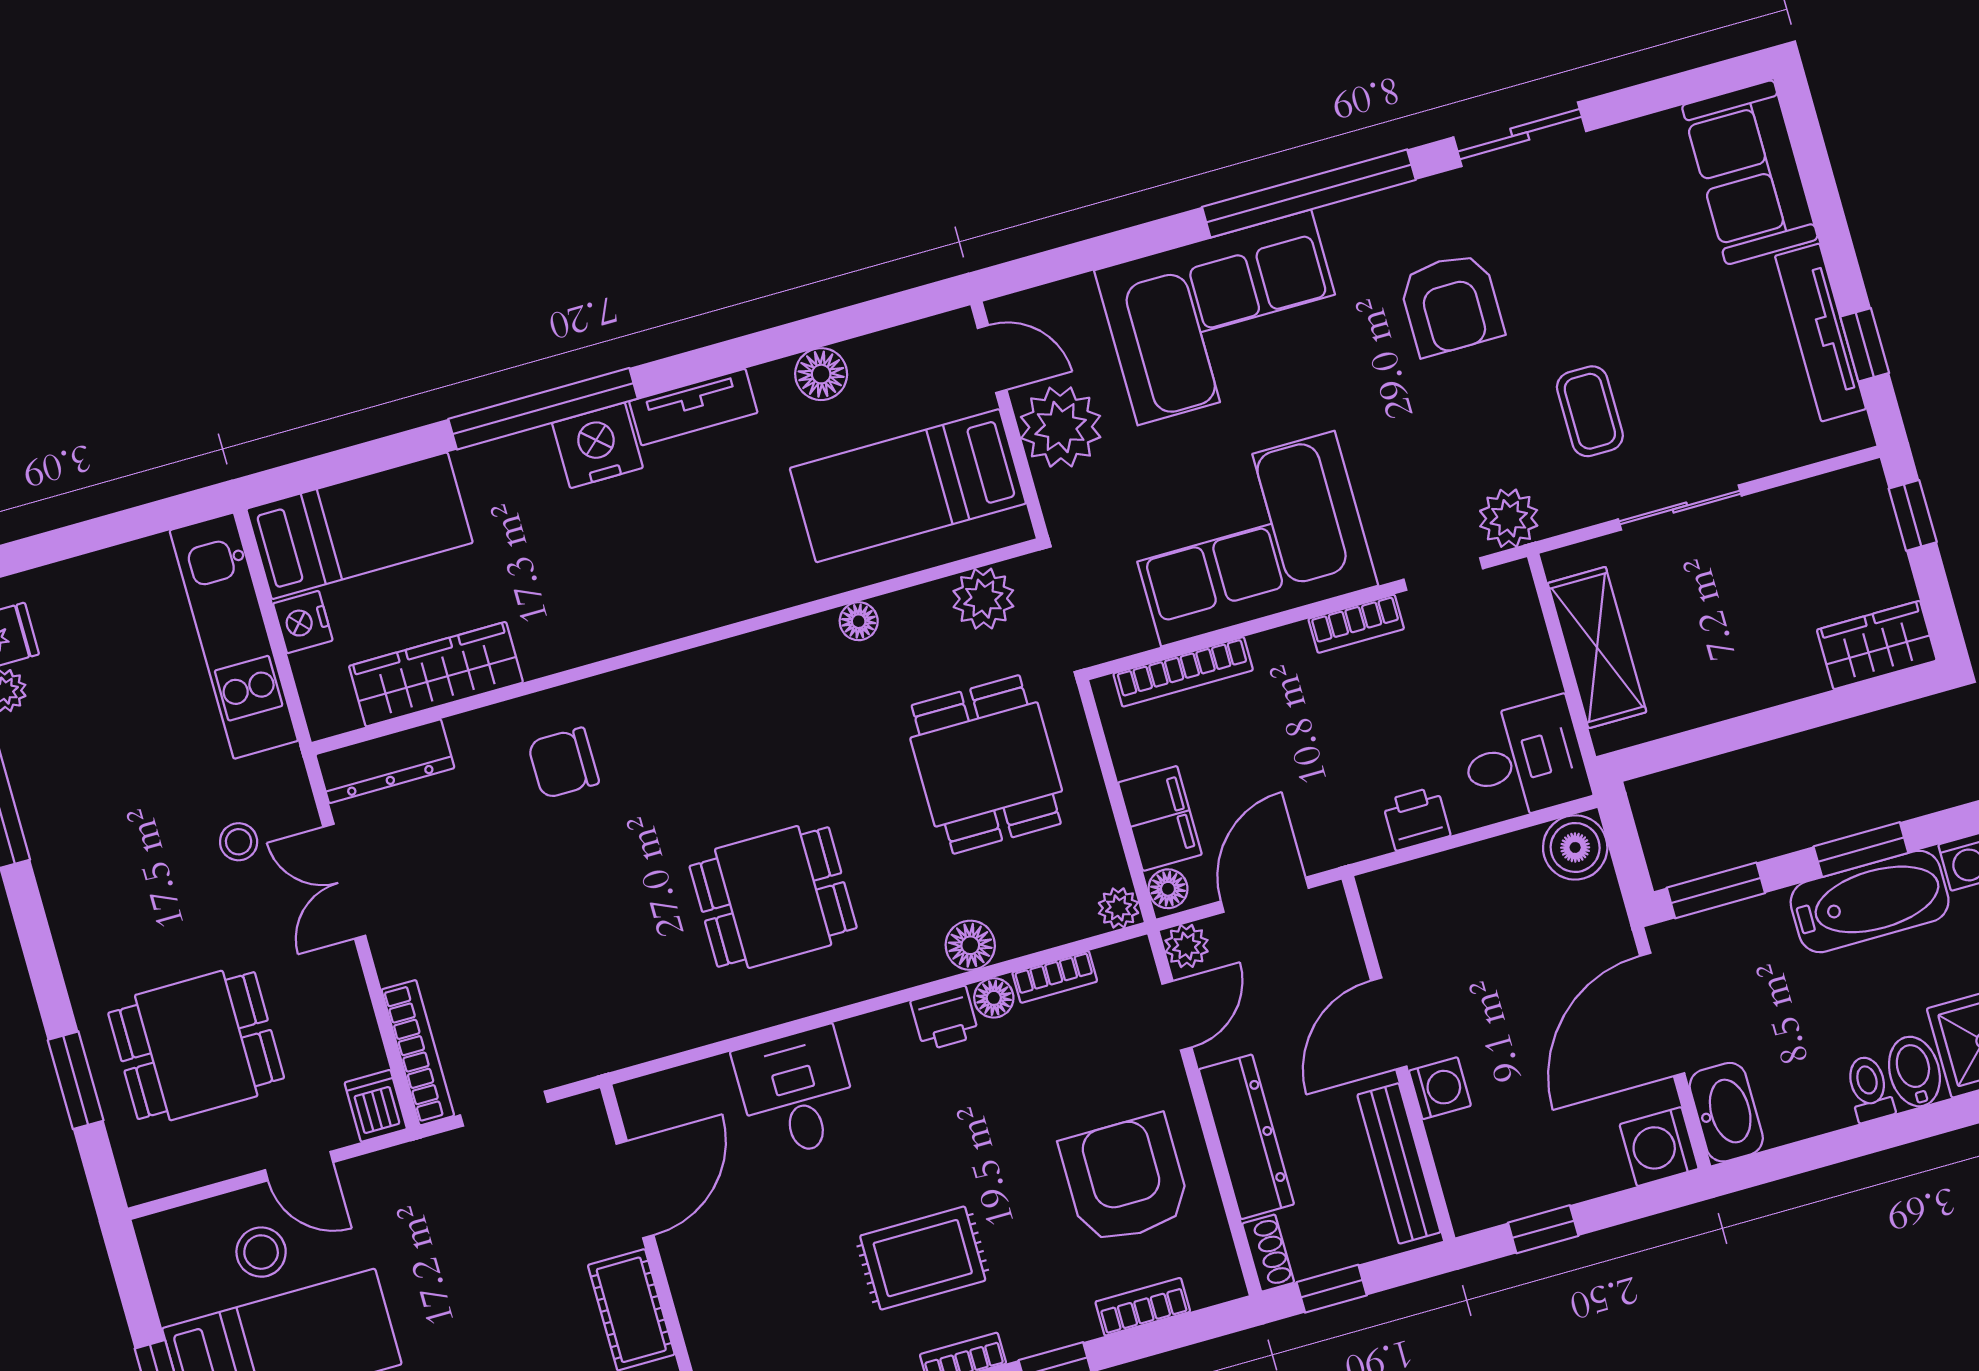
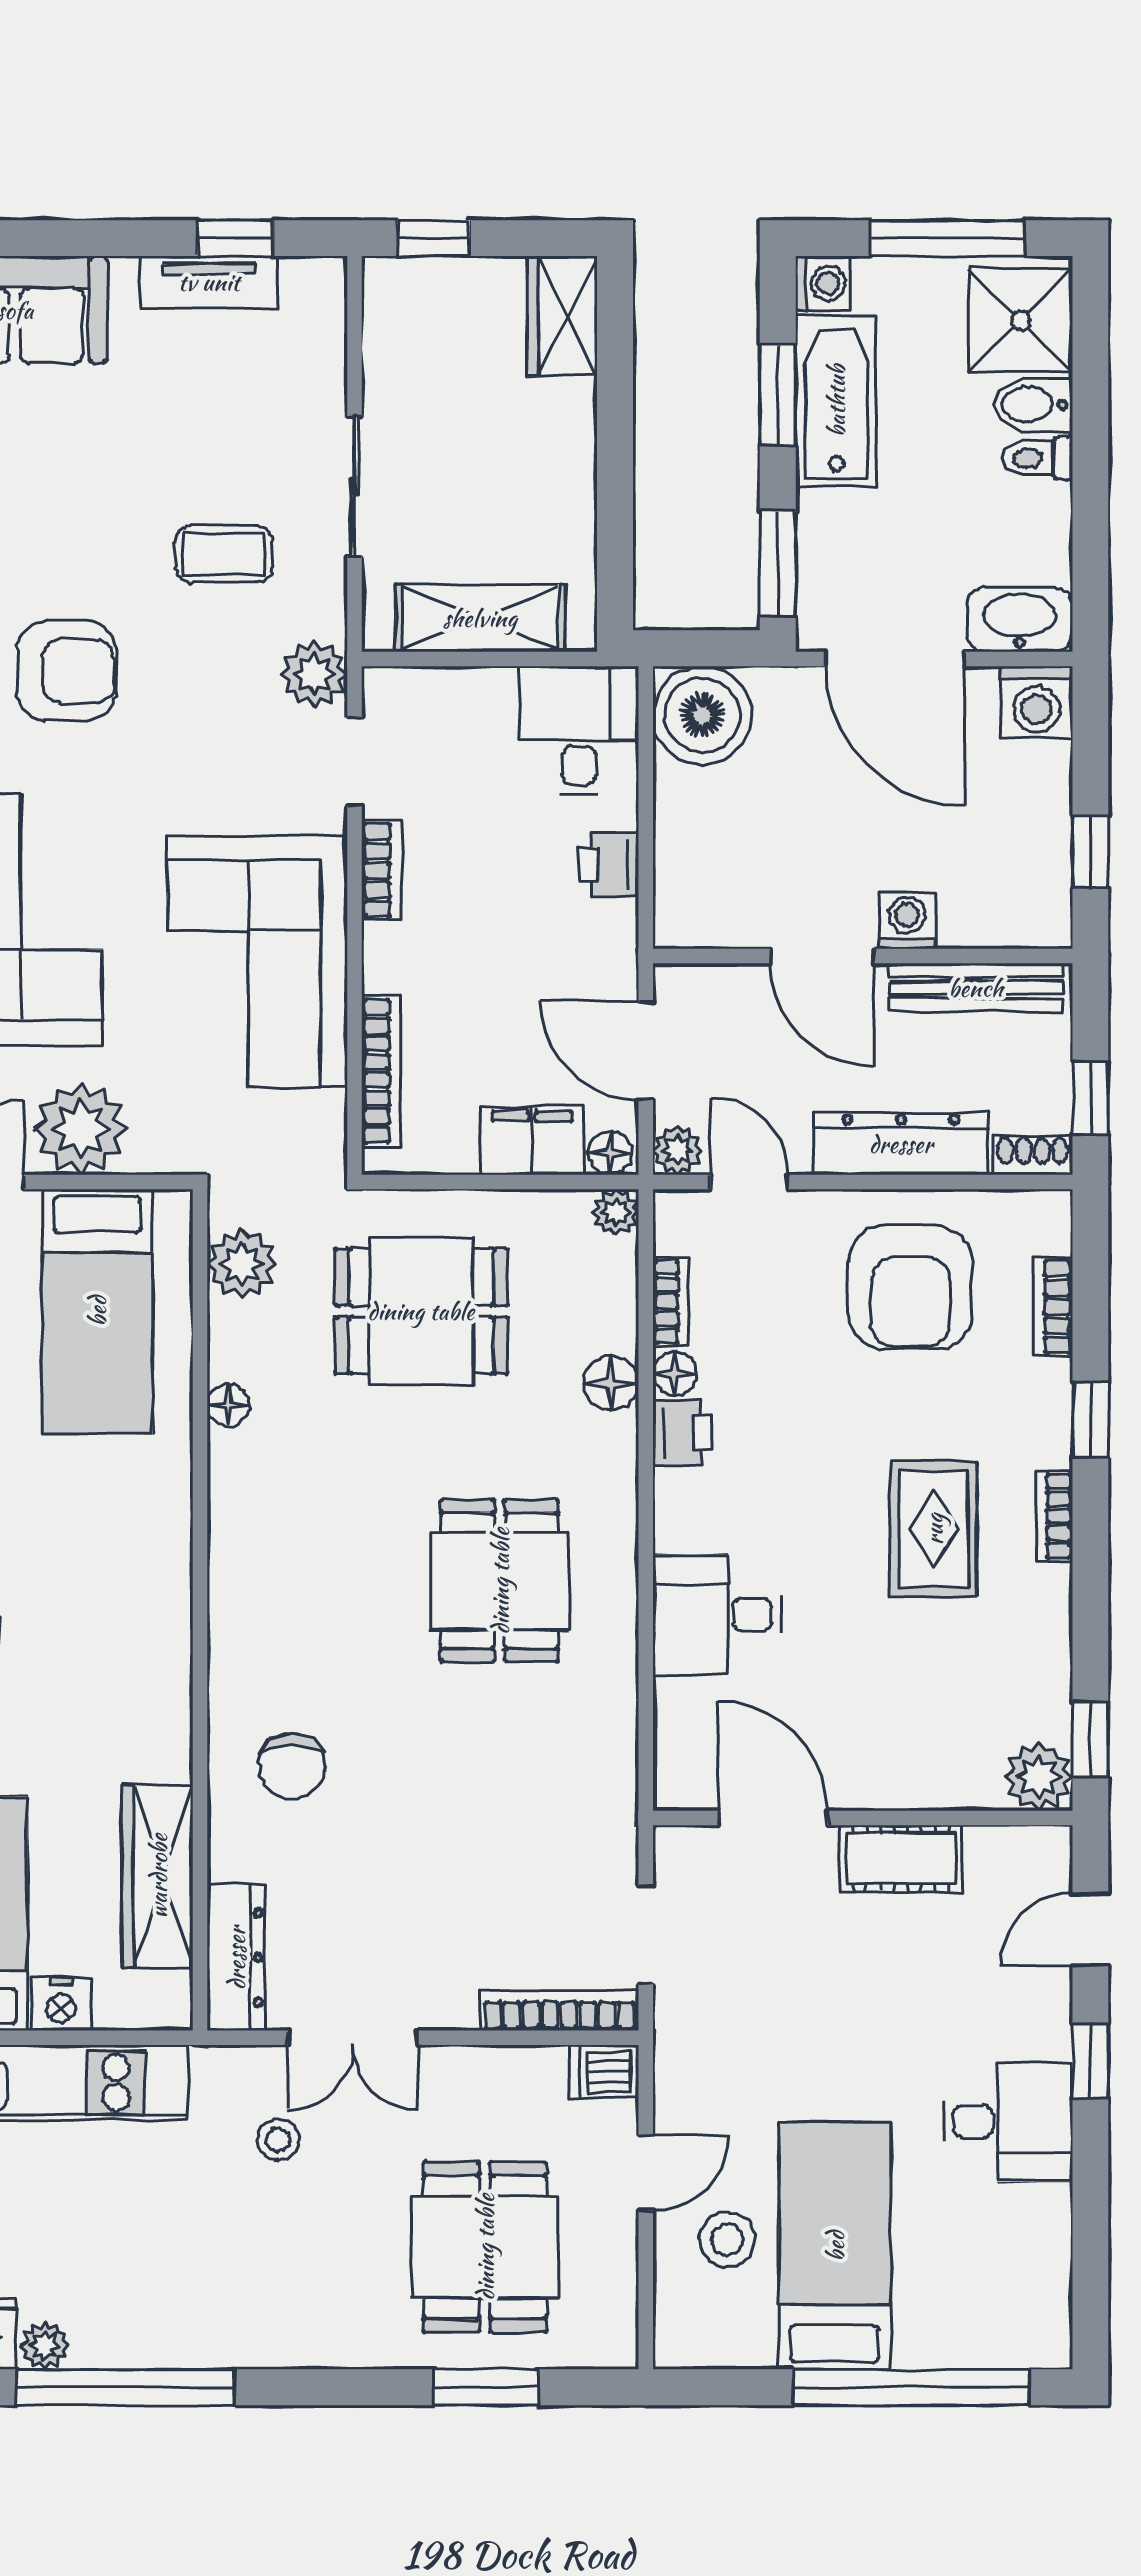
tv unit: (1820, 332) -> (209, 282), width x0.71
boiler: (1575, 847) -> (702, 715), width x1.37, depth x1.37
armchair: (1125, 1180) -> (910, 1287), turned -90

